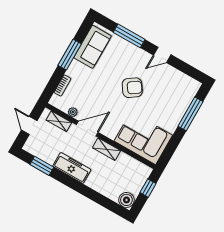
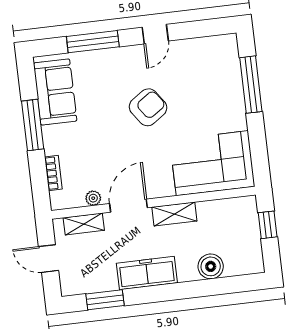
boiler: (126, 200) -> (211, 266), moved

